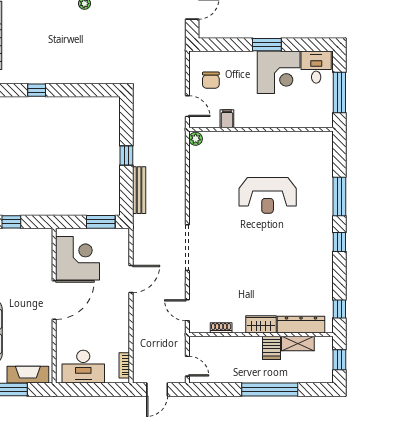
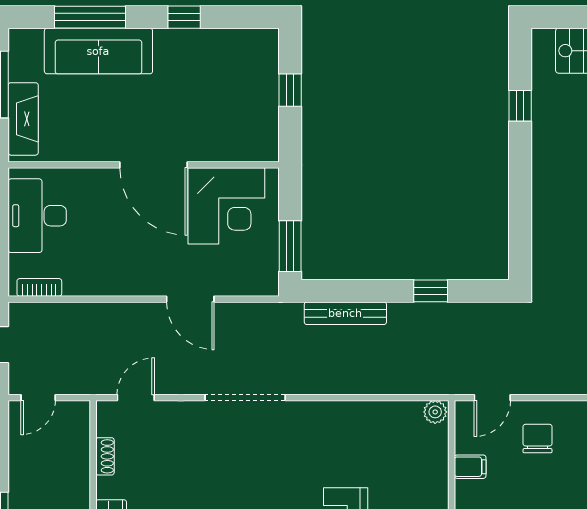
chair: (211, 80) -> (538, 439), turned 90
window: (37, 90) -> (520, 106), moved
window: (126, 156) -> (431, 291), moved

